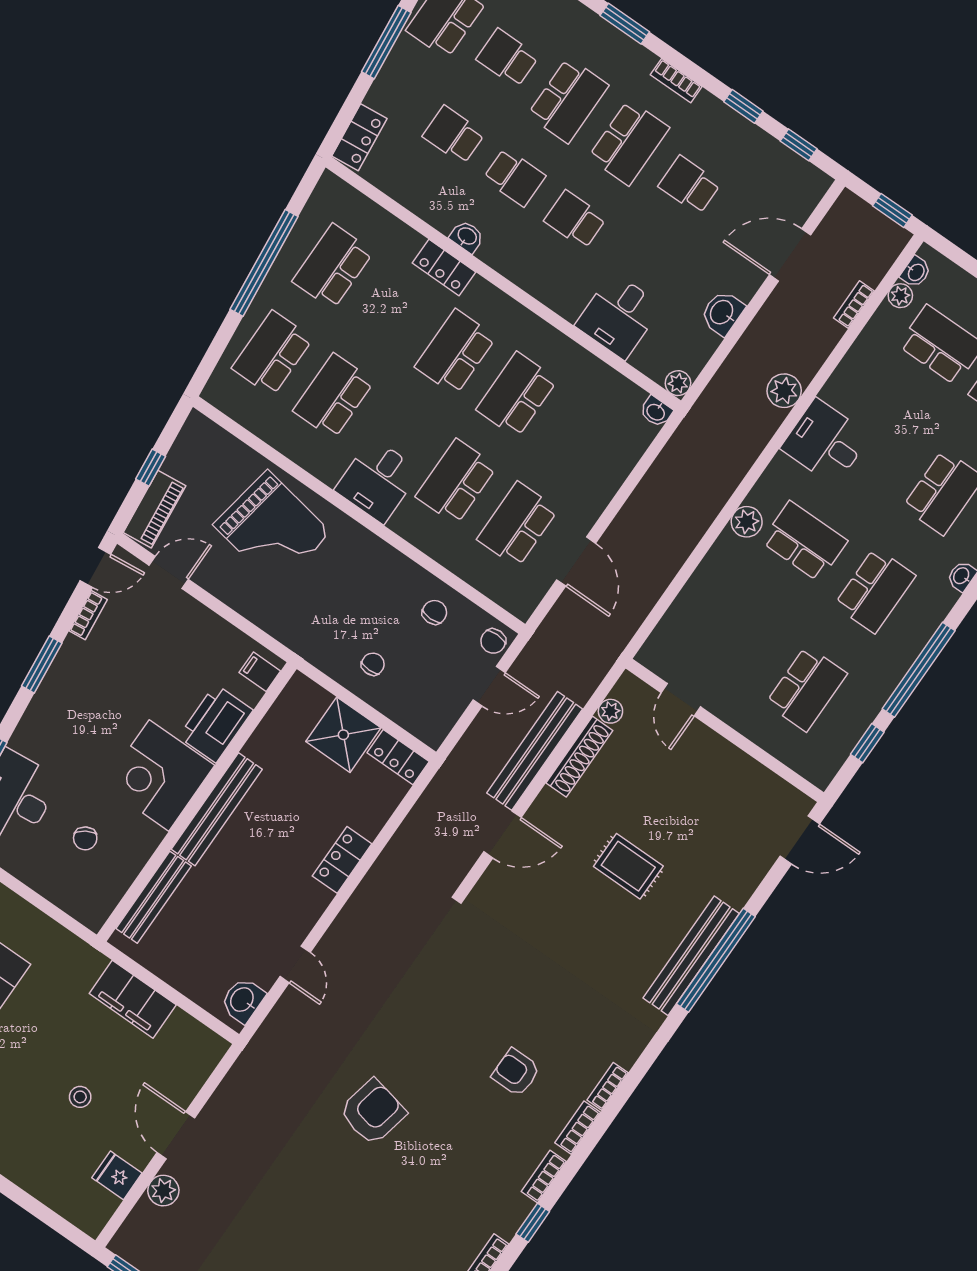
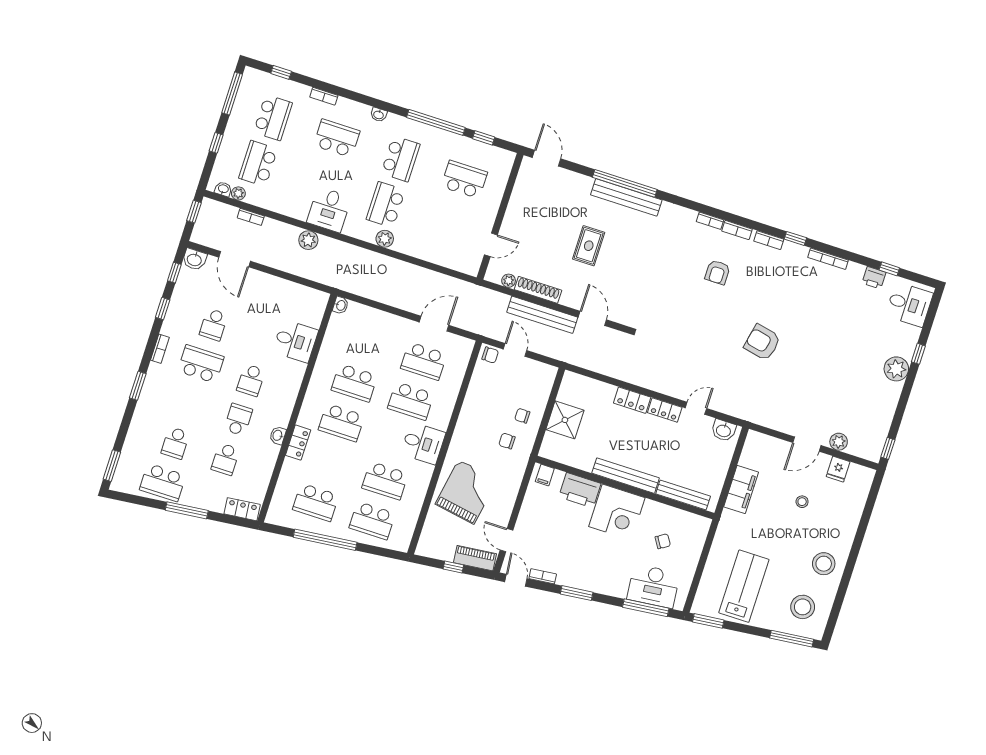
school desk: (568, 100) -> (188, 403), removed
washbasin: (722, 313) -> (194, 259), moved
plant: (678, 383) -> (322, 298), removed
school desk: (875, 590) -> (401, 159), turned 90
chair: (435, 612) -> (507, 441), moved
locker: (398, 757) -> (665, 410), moved, turned 90

